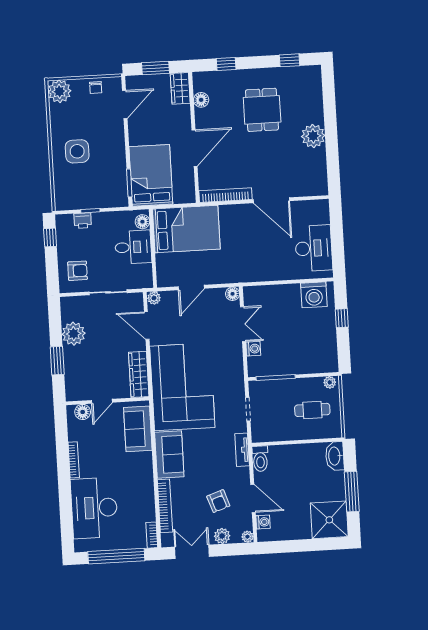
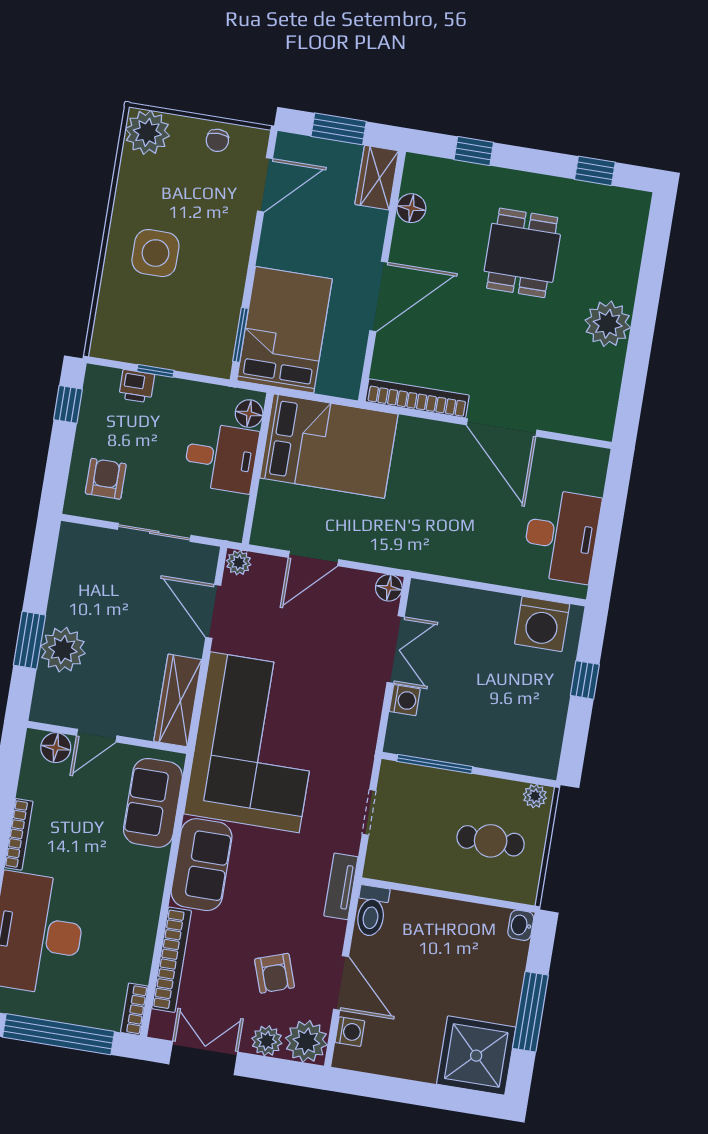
armchair: (78, 271) -> (106, 479), turned -90
plant: (74, 334) -> (63, 650), moved
washbasin: (335, 456) -> (521, 925), width x0.52, depth x0.69
plant: (247, 537) -> (306, 1041), width x1.87, depth x1.87

